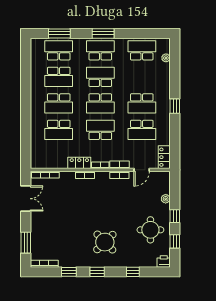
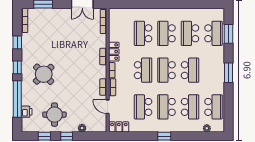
school desk: (100, 50) -> (190, 107), moved
printer: (164, 261) -> (27, 112), moved
window: (133, 272) -> (17, 99), width x3.17

